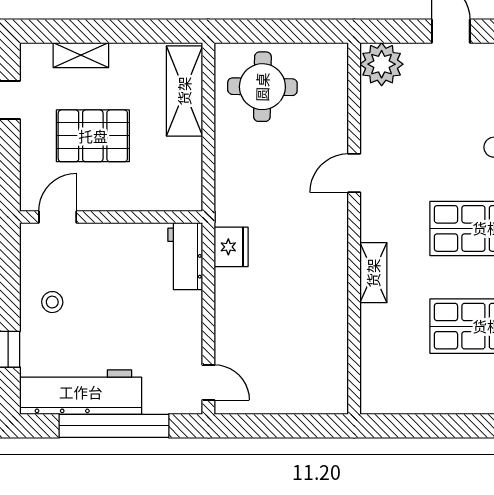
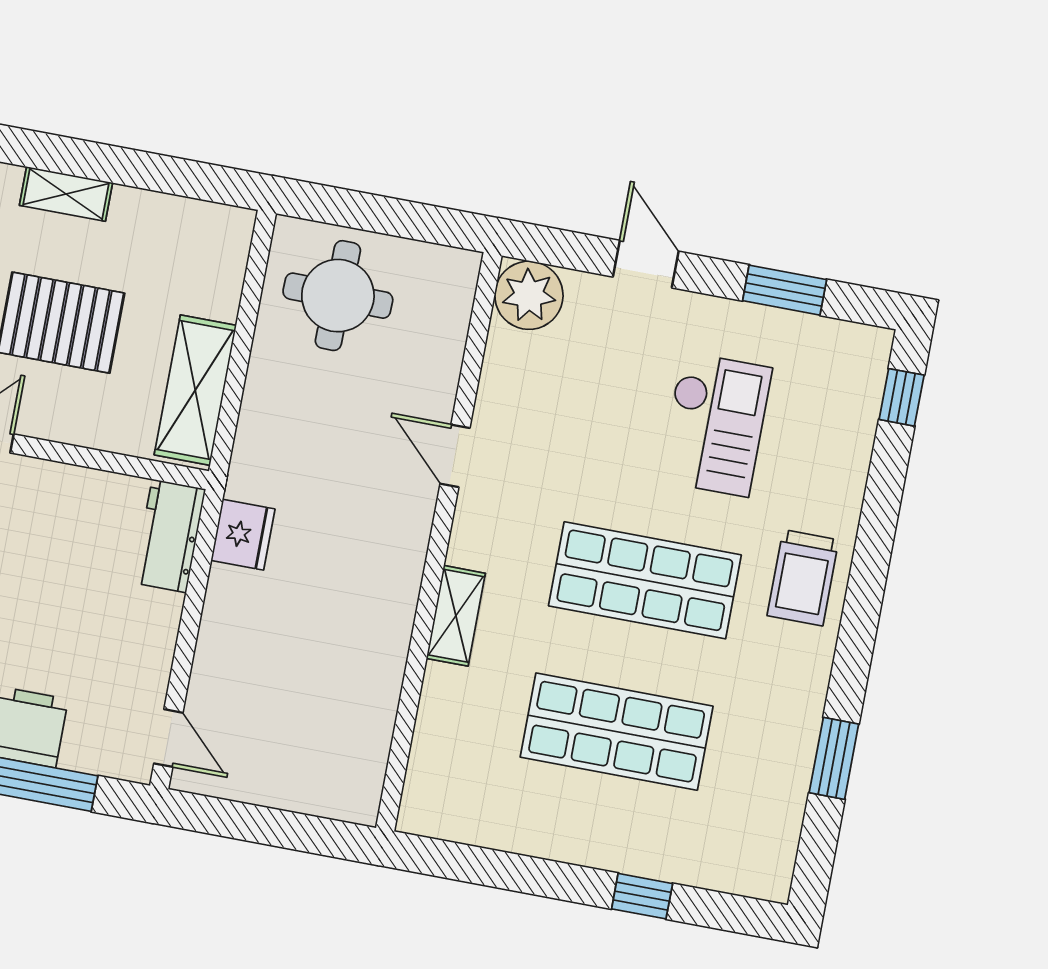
shelving: (184, 91) -> (195, 390), moved
door: (354, 173) -> (455, 456), hinge flipped

